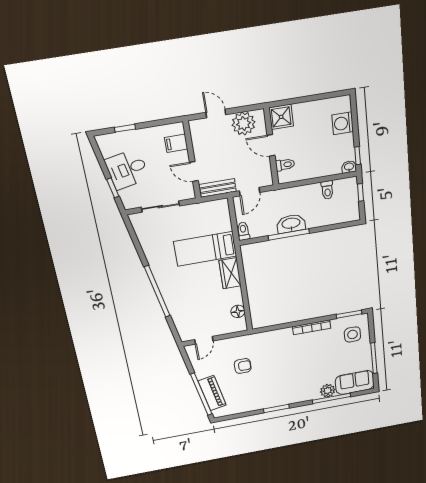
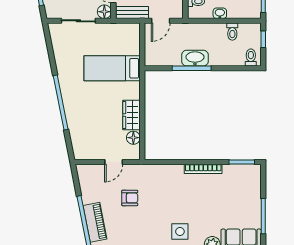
washbasin: (349, 167) -> (220, 13), moved
floor lamp: (187, 192) -> (104, 12), added
toilet: (243, 231) -> (251, 57), moved
wardrobe: (230, 273) -> (131, 115), moved
side table: (352, 334) -> (180, 231), moved
door: (204, 340) -> (114, 162), moved

